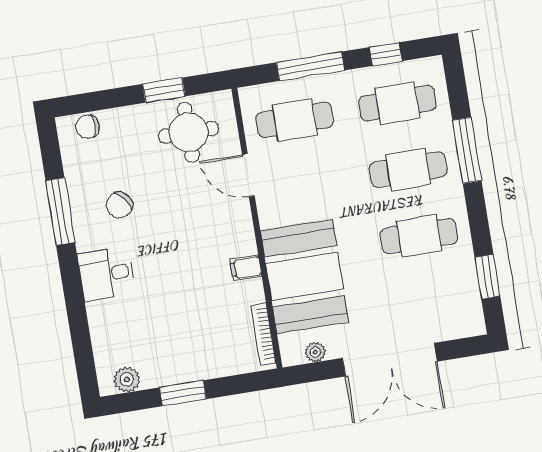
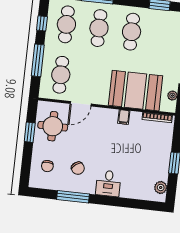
chair: (88, 127) -> (47, 166), moved

